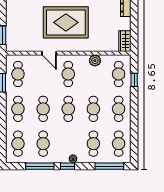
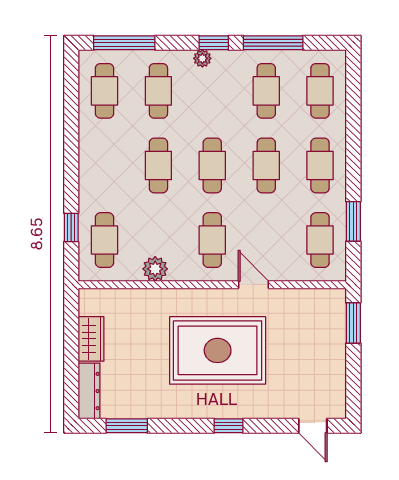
wardrobe: (125, 41) -> (91, 339), moved
cafe table: (119, 109) -> (105, 165), removed

